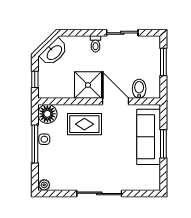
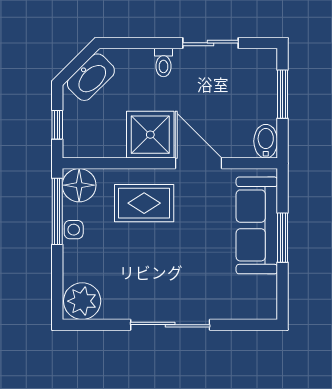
bidet: (139, 89) -> (266, 141), moved
window: (35, 144) -> (57, 211), moved
plant: (44, 185) -> (82, 301), width x1.87, depth x1.87

